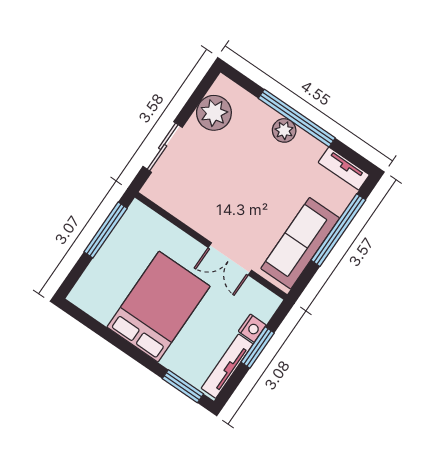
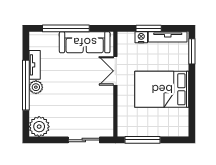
plant: (214, 113) -> (39, 127), moved
tv unit: (344, 169) -> (35, 65), moved
double door: (230, 259) -> (115, 71), swing flipped

